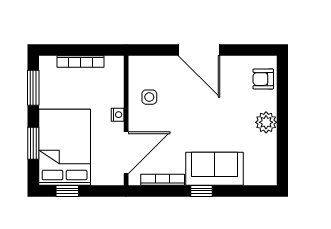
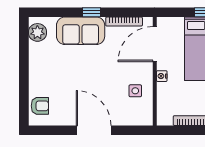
plant: (266, 122) -> (37, 32), moved

